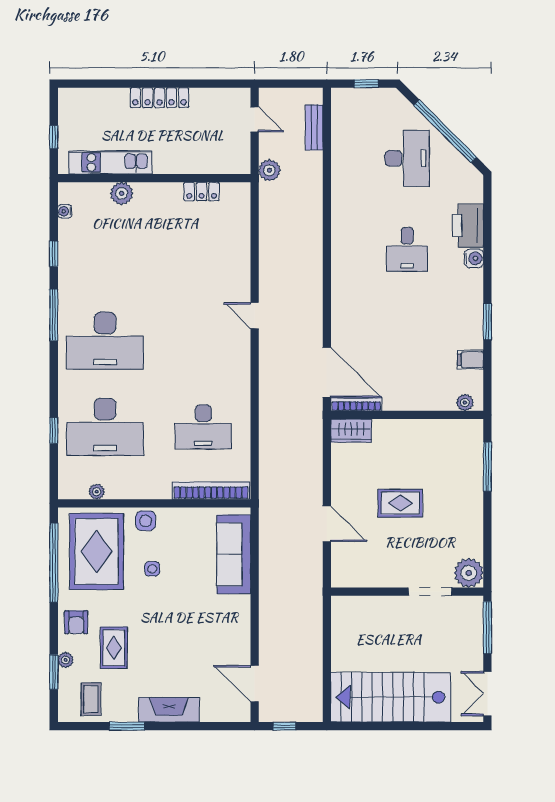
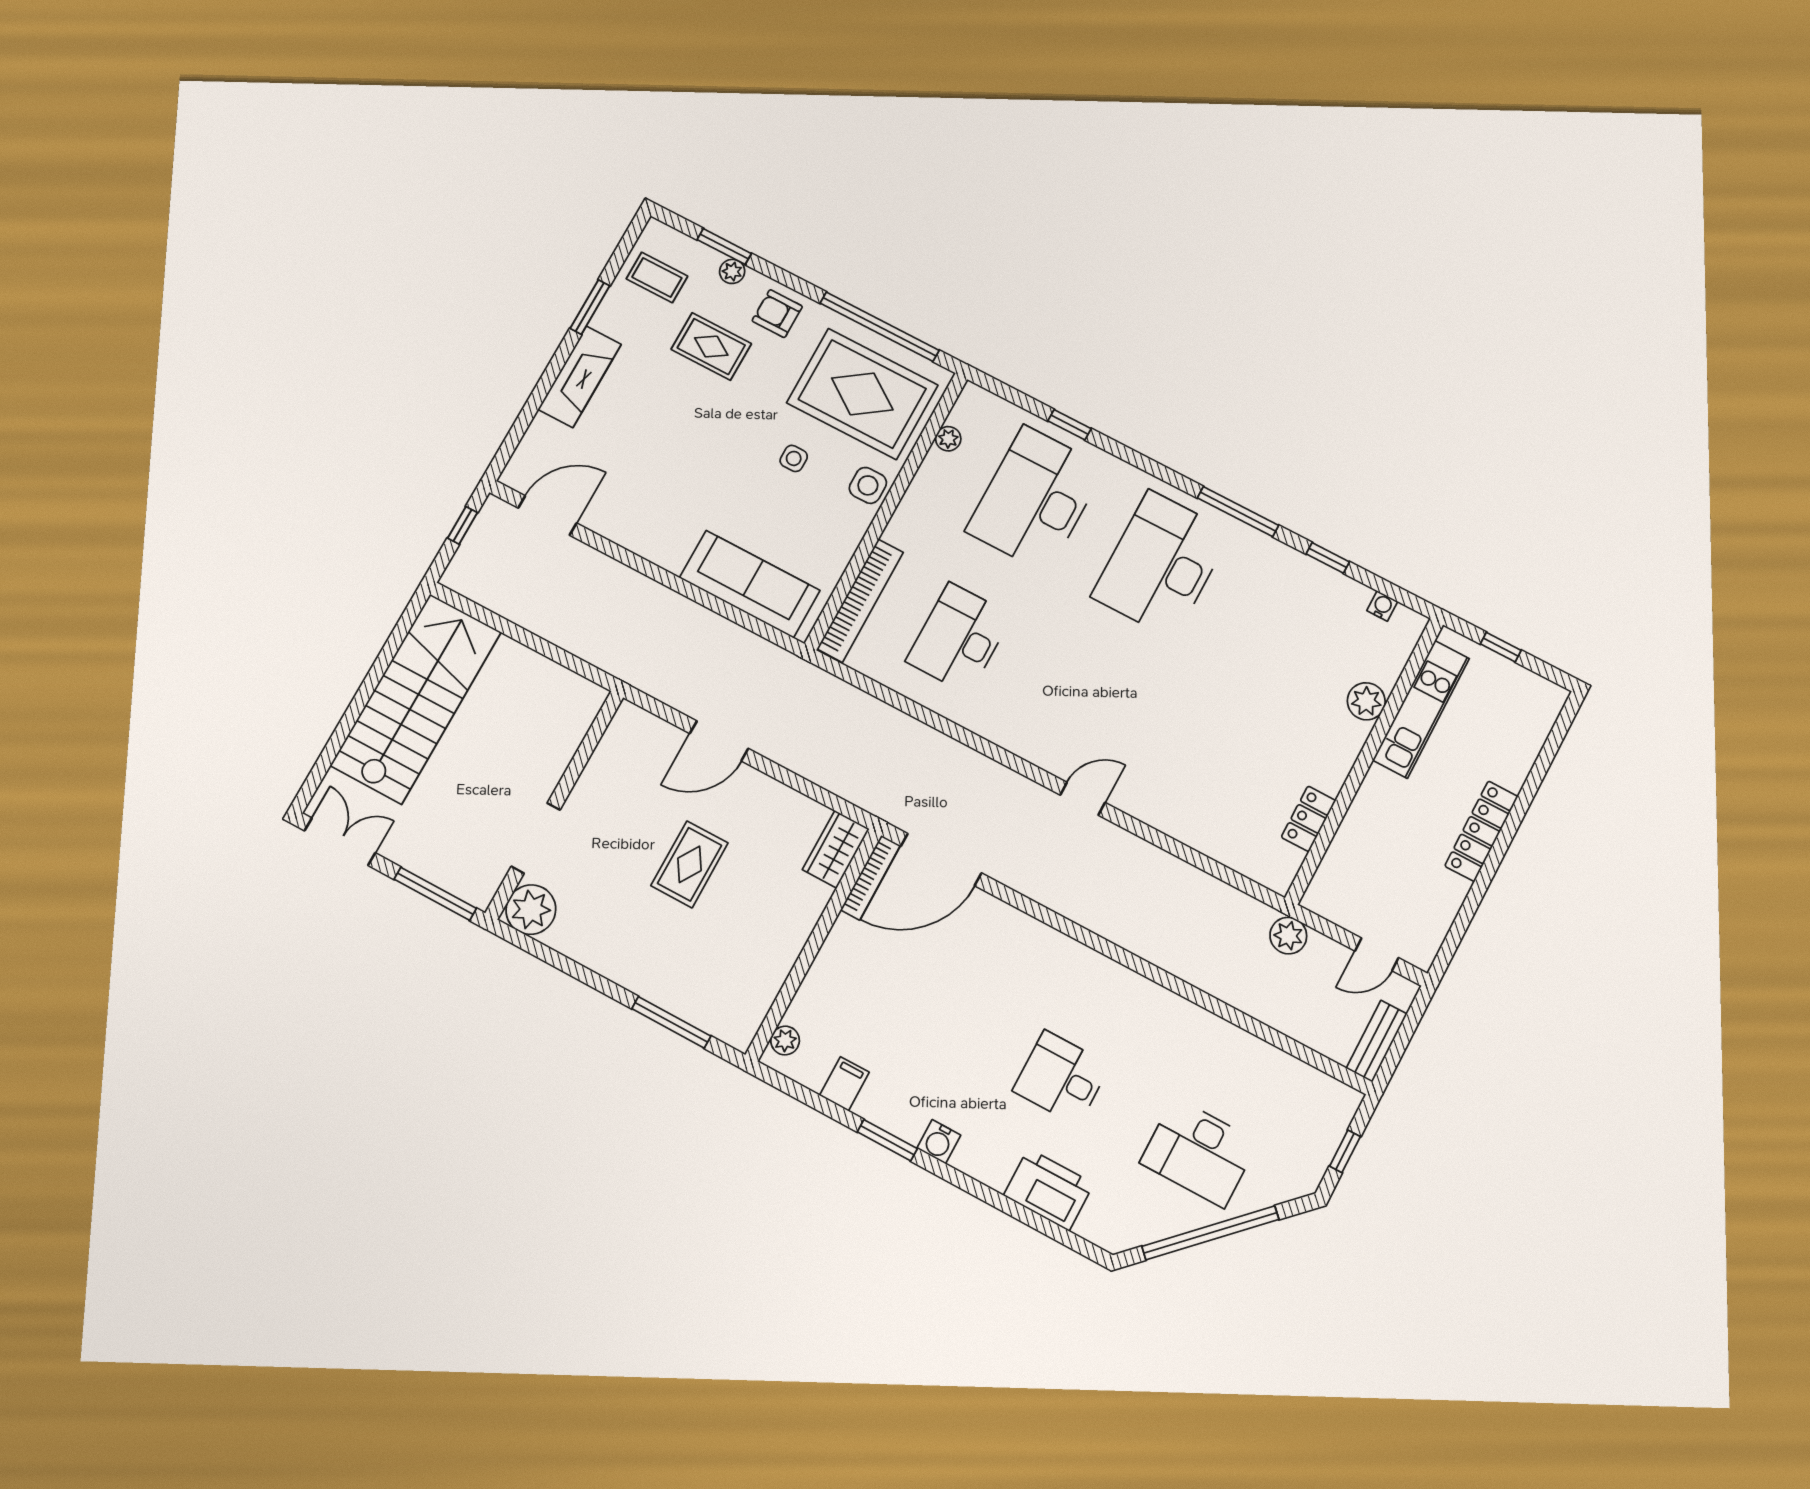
bench: (314, 127) -> (1377, 1041), moved, turned 90
water cooler: (474, 258) -> (939, 1142), moved

